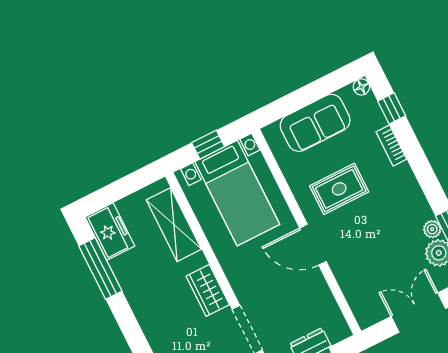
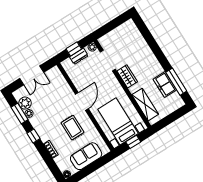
window: (392, 108) -> (34, 136), moved
rug: (339, 189) -> (72, 128), turned 90
freezer: (110, 232) -> (165, 85), moved
door: (313, 245) -> (82, 101), hinge flipped

